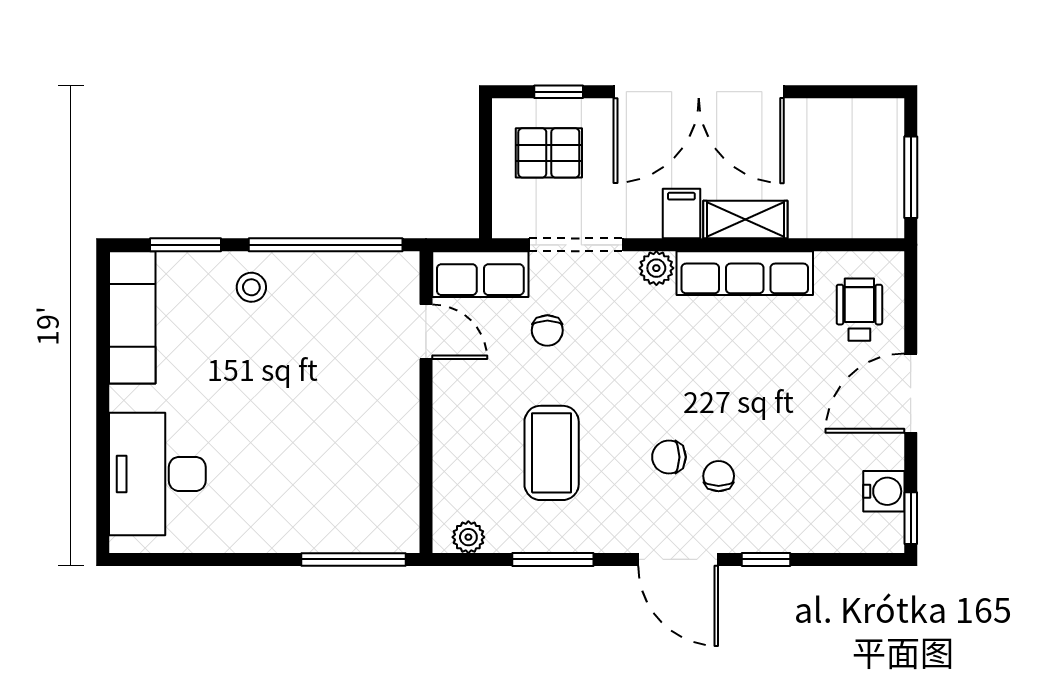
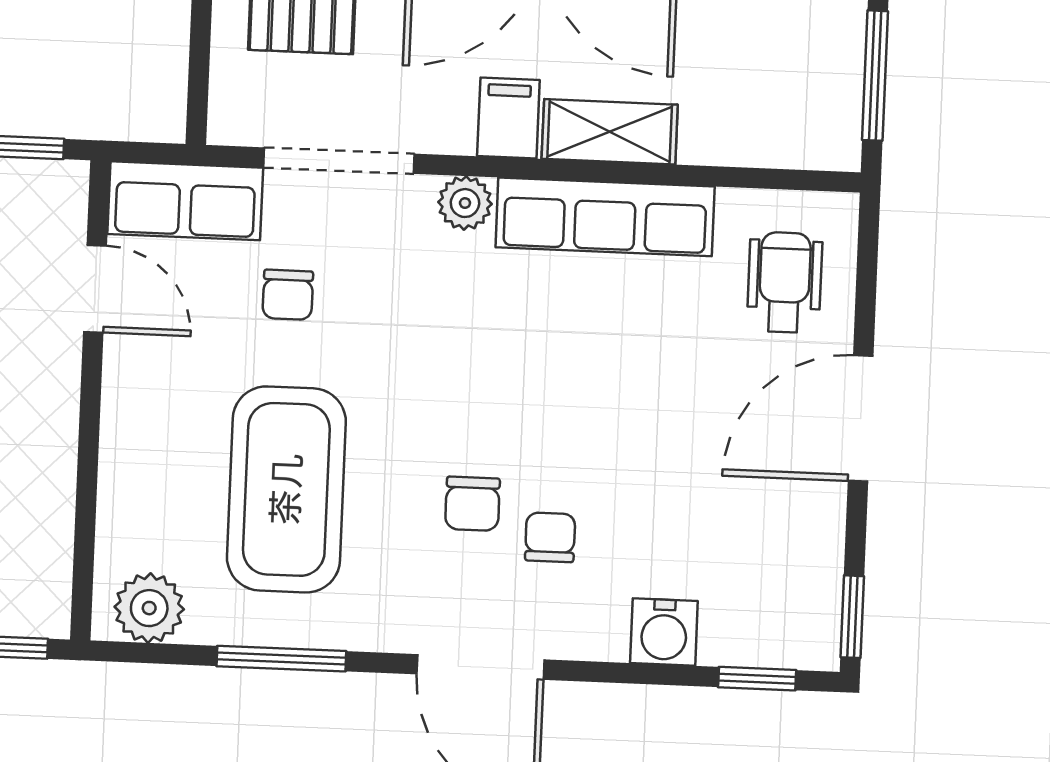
coffee table: (552, 453) -> (286, 489), width x1.36, depth x1.32
chair: (669, 457) -> (472, 504), turned -90
water cooler: (884, 491) -> (664, 632), moved, turned 90
plant: (468, 537) -> (149, 608), width x1.38, depth x1.38
window: (766, 559) -> (757, 679), moved

